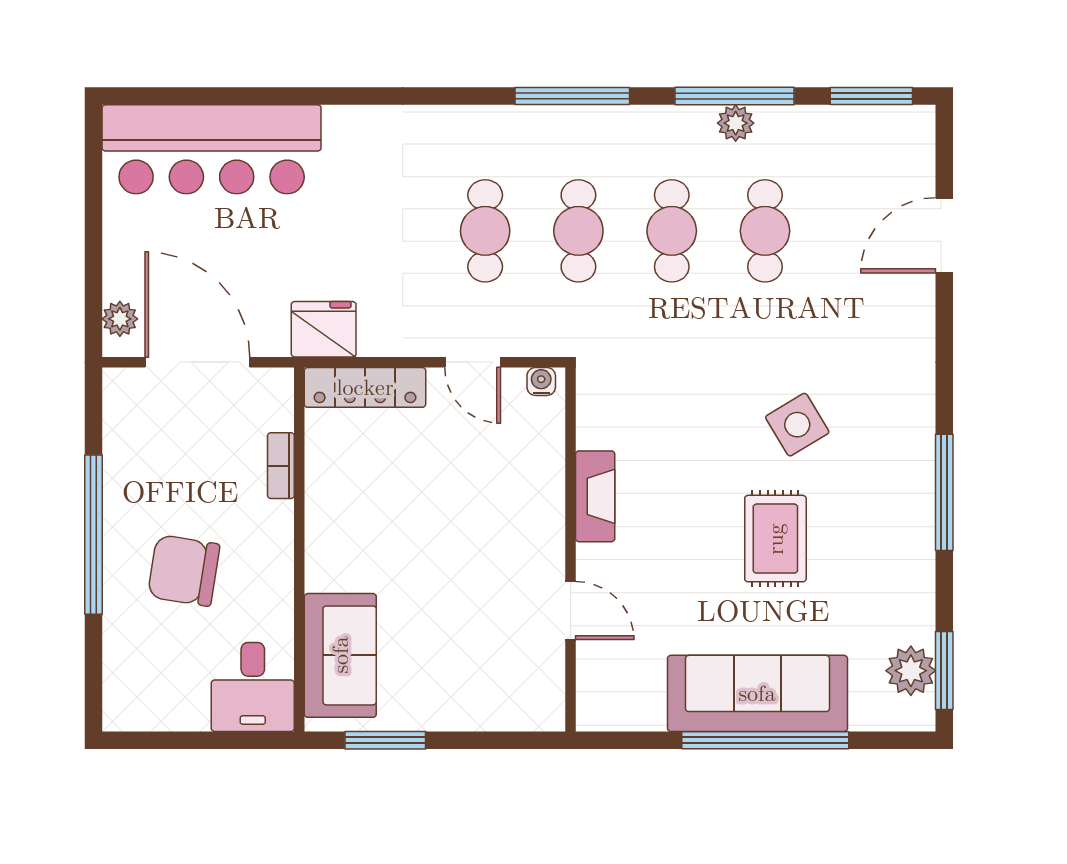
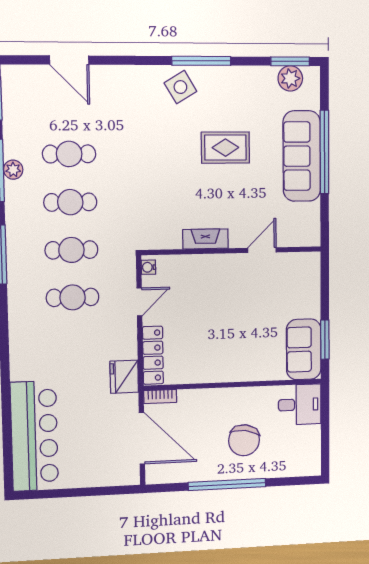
plant: (120, 319) -> (121, 477), removed
door: (197, 362) -> (142, 438), swing flipped
side table: (797, 425) -> (180, 87), moved
bookcase: (281, 466) -> (160, 397), moved
sofa: (340, 655) -> (304, 349), moved, turned -90

